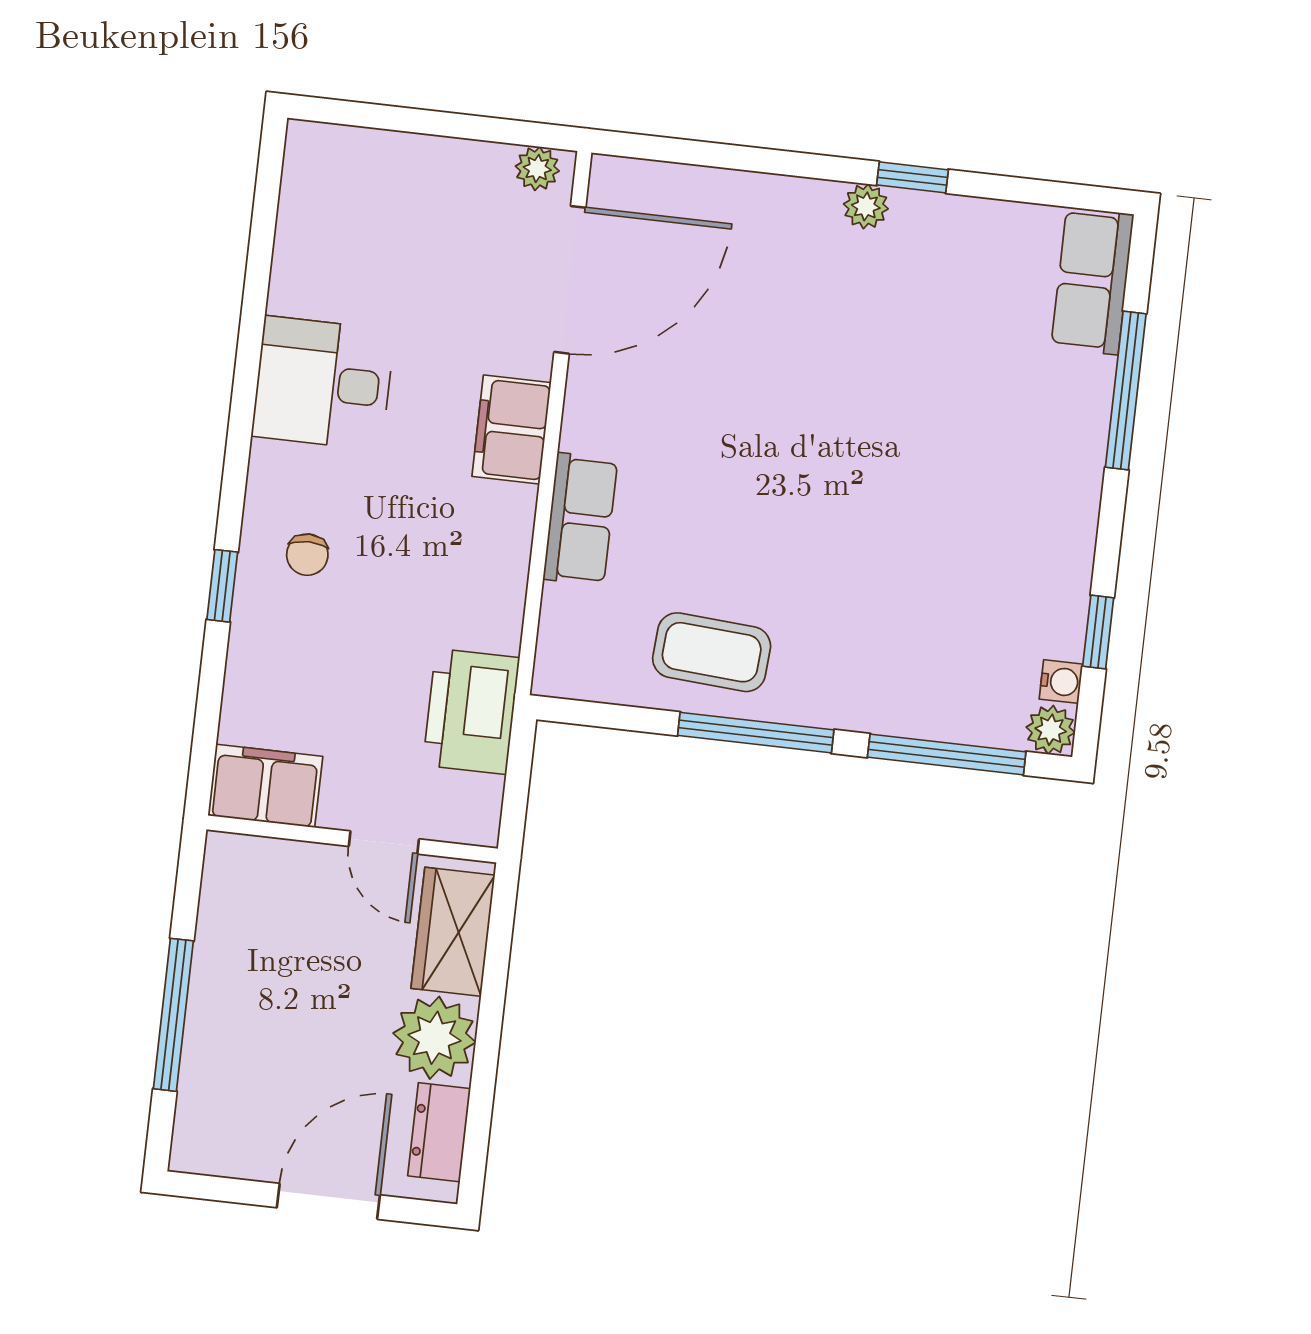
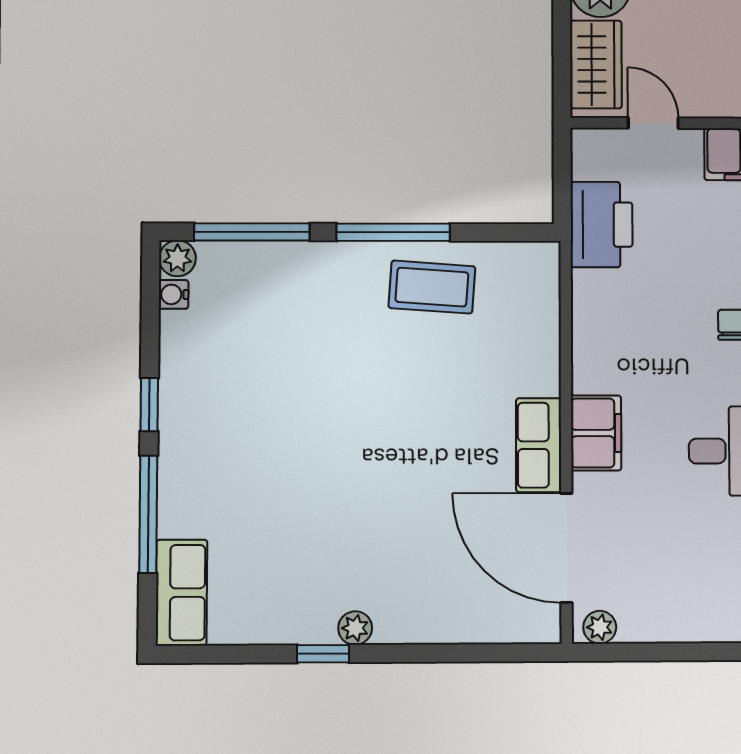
door: (570, 280) -> (566, 548), hinge flipped
row of seats: (580, 519) -> (539, 445), moved
window: (1098, 632) -> (149, 405), moved

